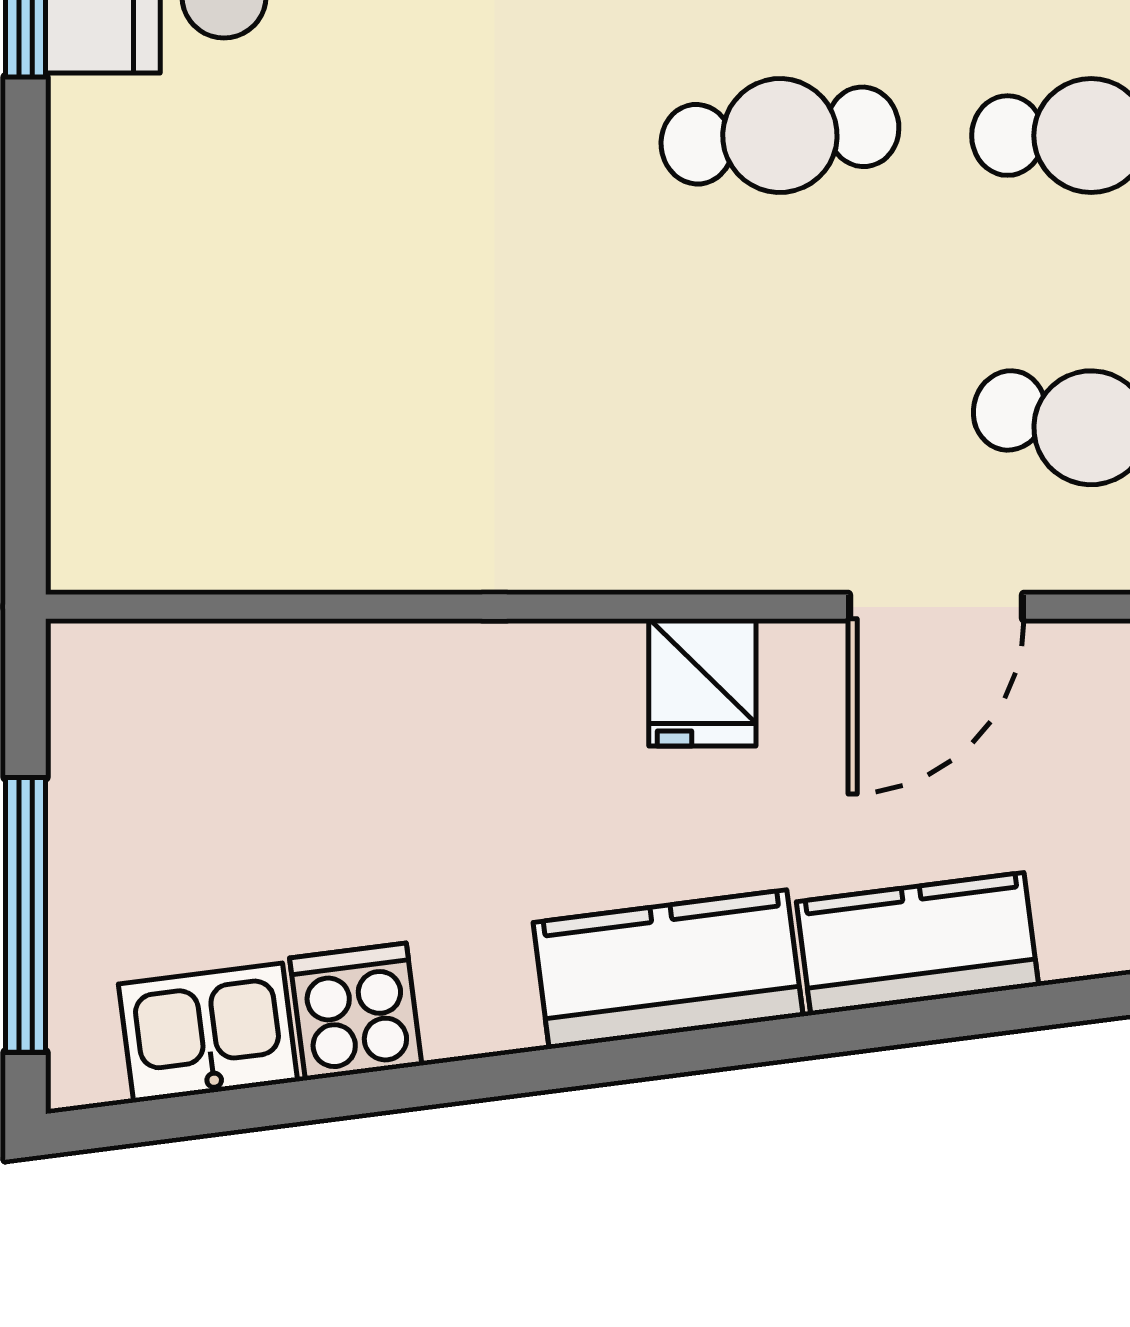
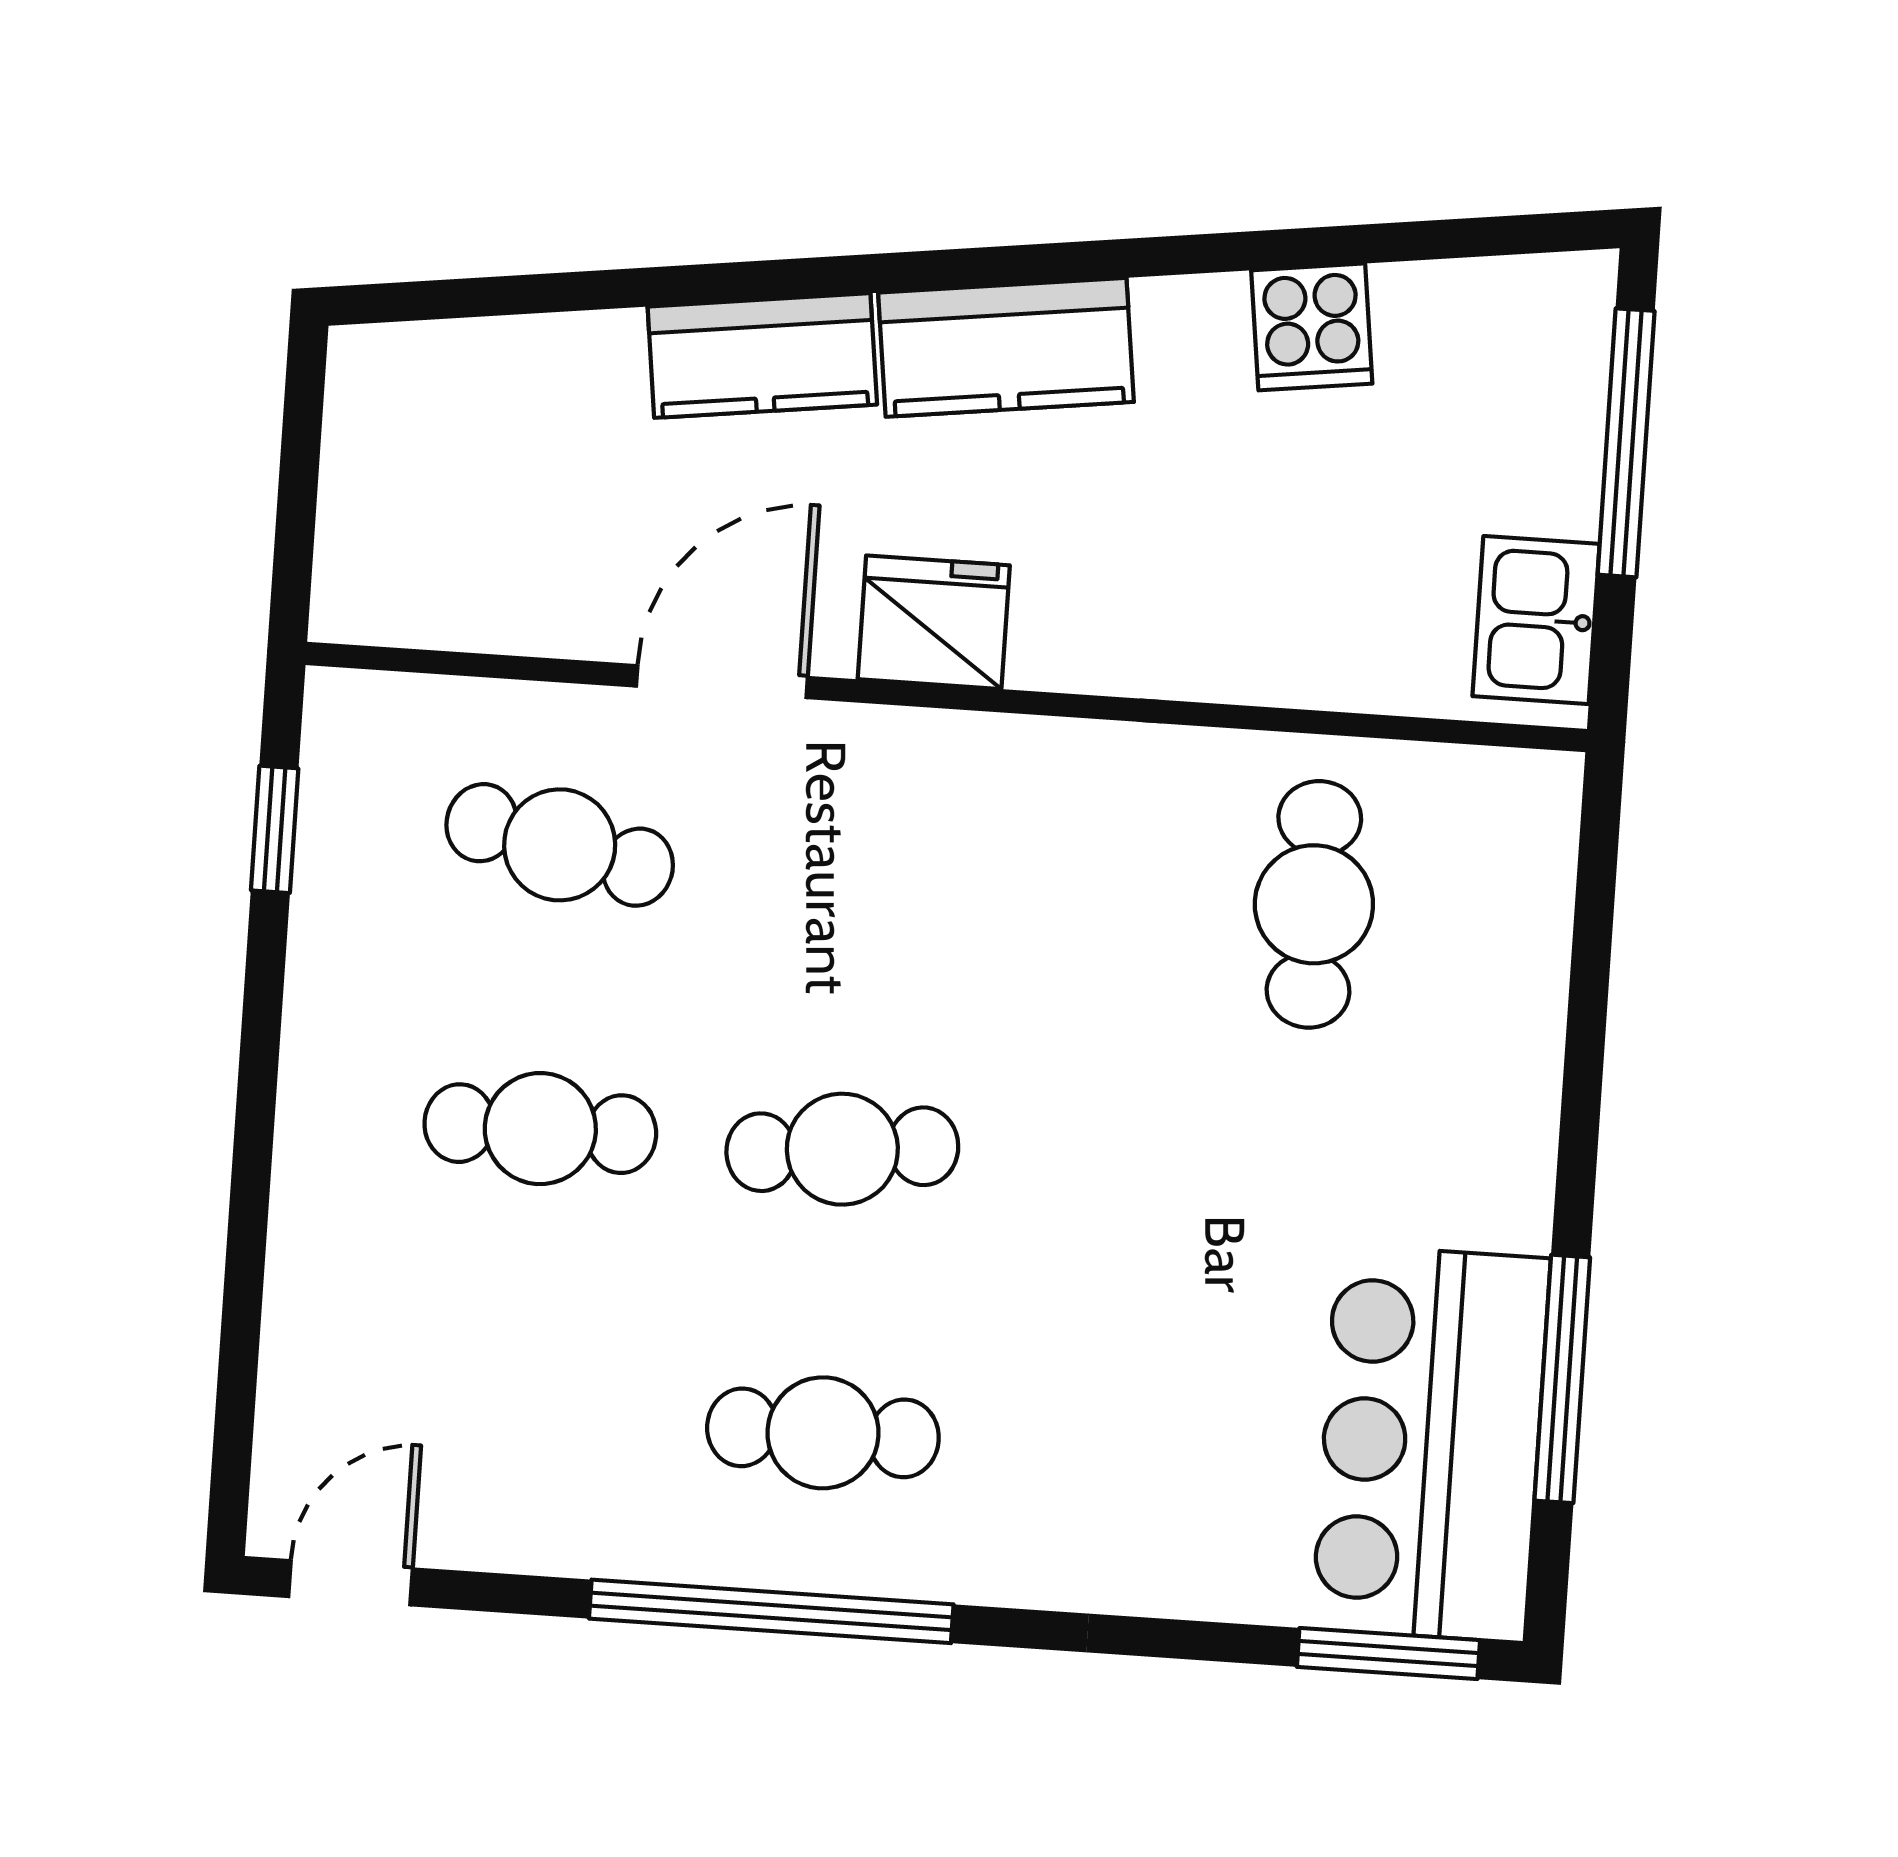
cafe table: (313, 420) -> (1314, 904), added
fridge: (702, 682) -> (934, 622), width x1.38
kitchen sink: (208, 1033) -> (1536, 620), moved, turned 97

